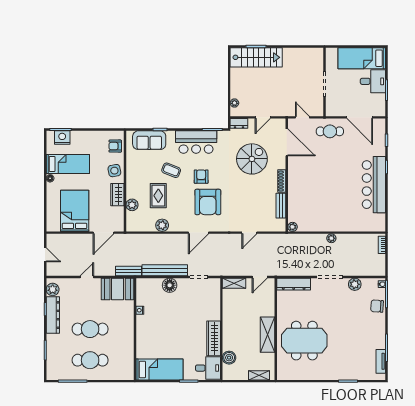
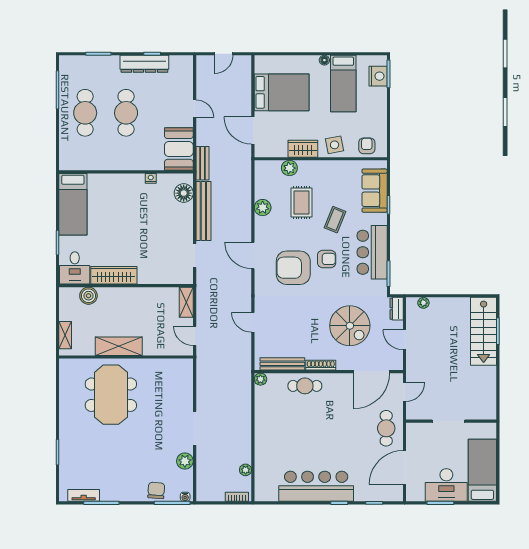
desk: (373, 81) -> (446, 485), width x1.37
cafe table: (298, 193) -> (305, 386), added
rug: (158, 196) -> (302, 203), turned 90
bench: (281, 206) -> (282, 364), width x1.36
plant: (331, 238) -> (246, 470), moved
dresser: (294, 284) -> (185, 381), removed
floor lamp: (170, 285) -> (184, 193), moved
plant: (53, 289) -> (178, 63), removed

